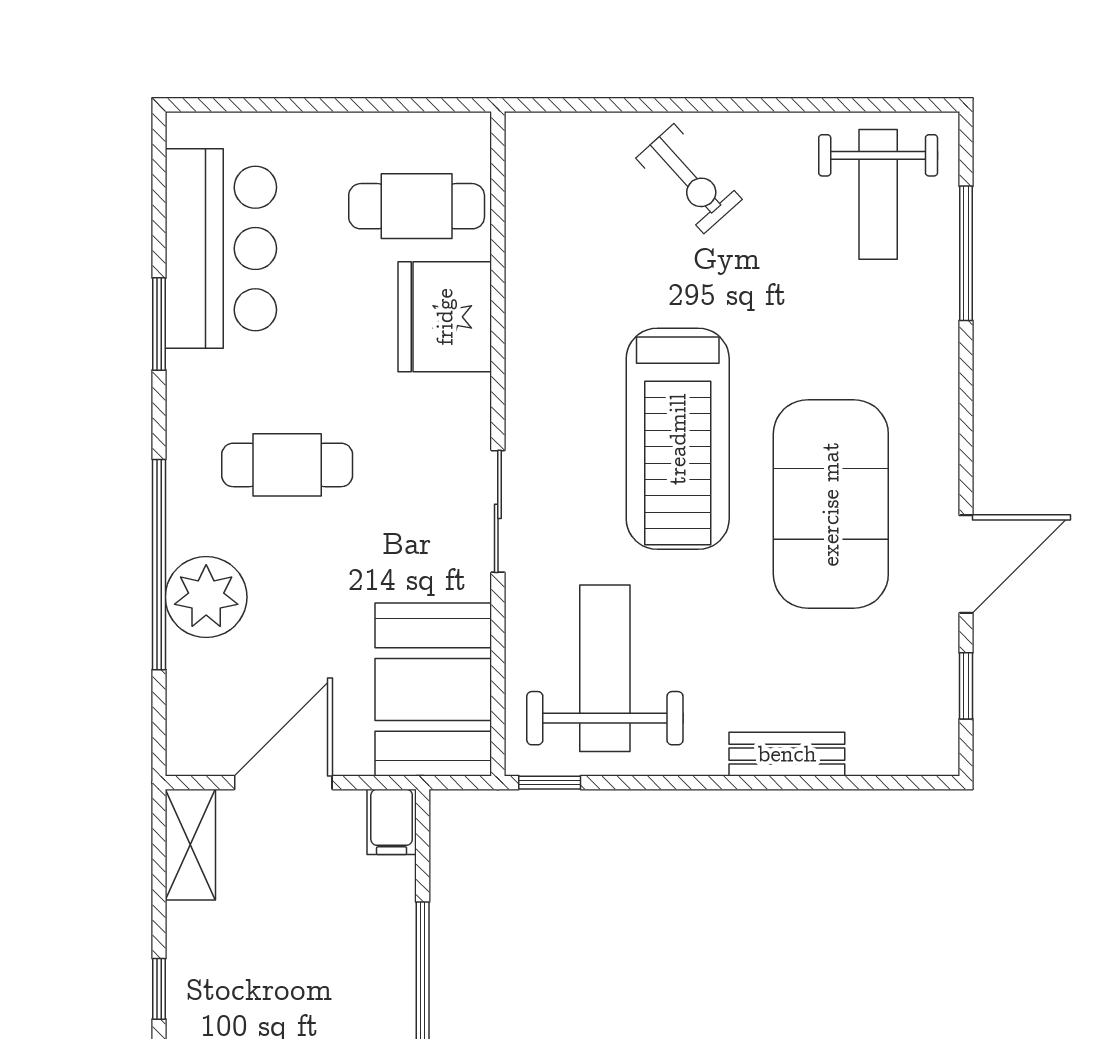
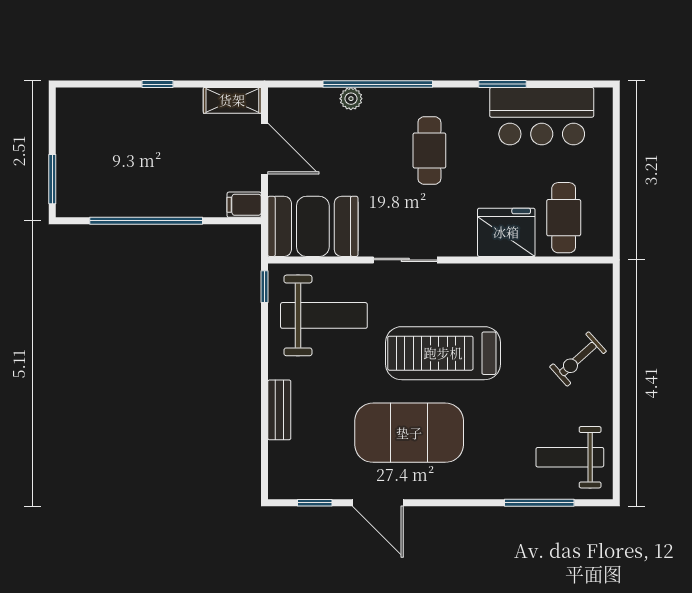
plant: (206, 597) -> (351, 99), width x0.53, depth x0.53

